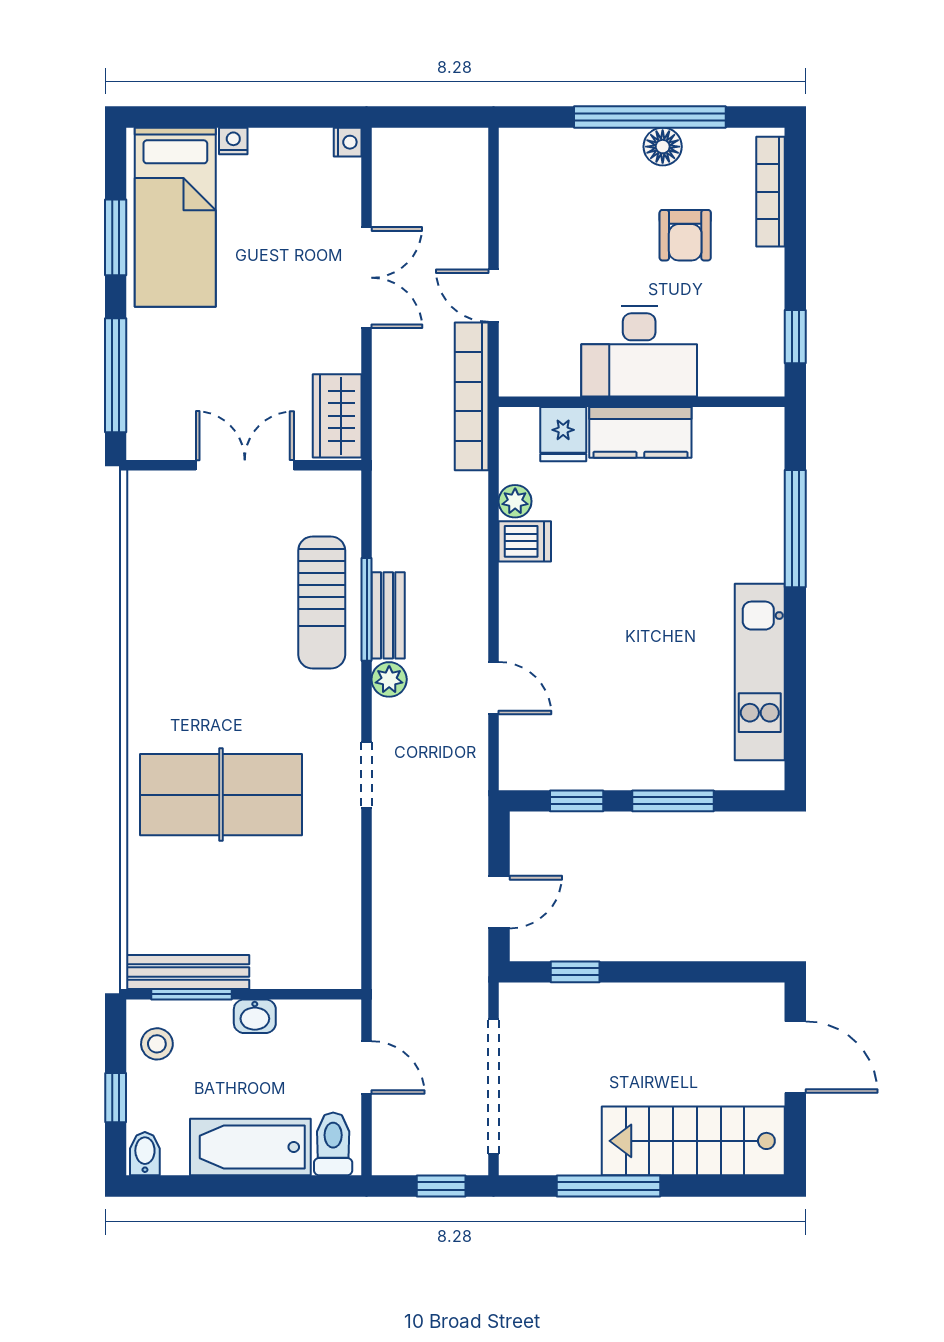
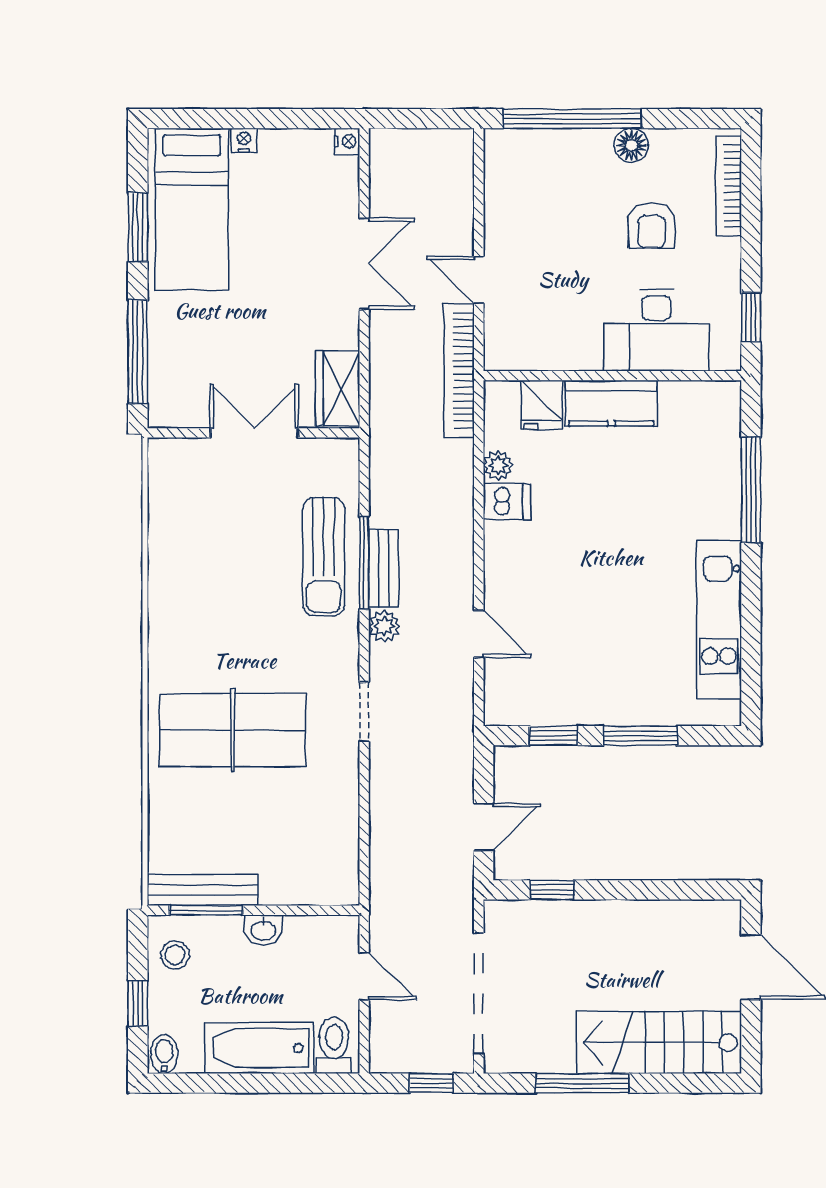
window: (650, 117) -> (572, 119), moved
desk: (639, 351) -> (656, 330), moved

